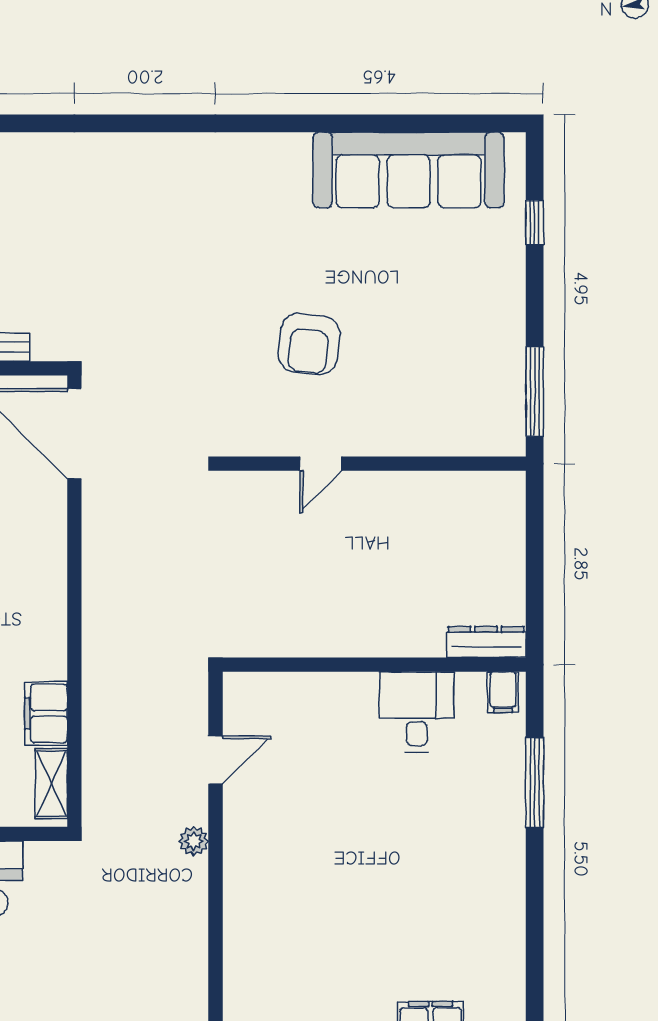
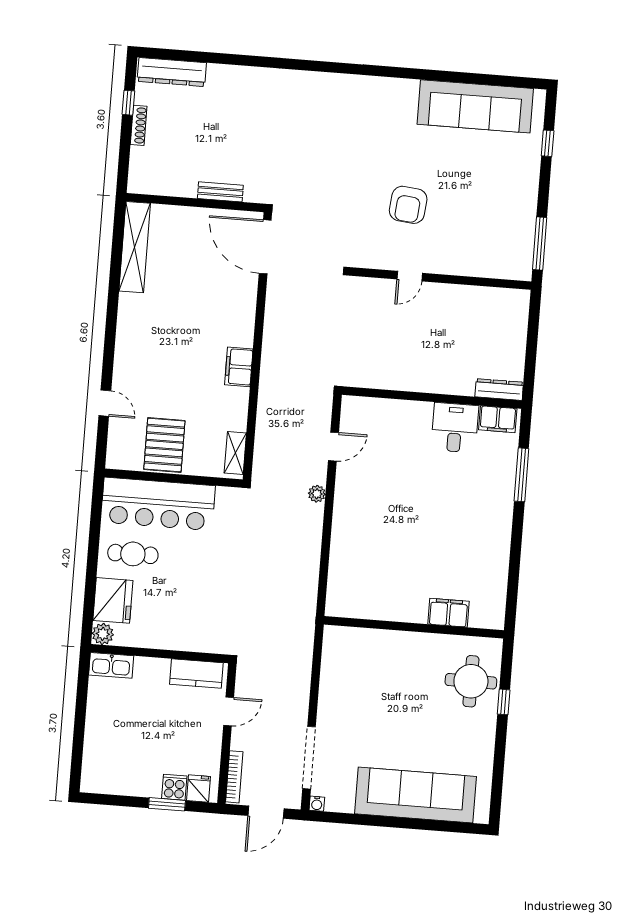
filing cabinet: (503, 692) -> (498, 419), width x2.00
filing cabinet: (46, 713) -> (239, 367), moved

